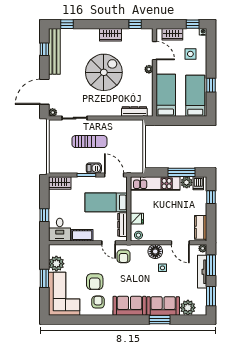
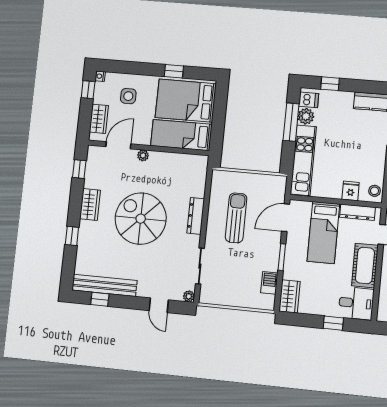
window: (67, 24) -> (72, 236), moved
door: (44, 92) -> (159, 305), width x0.53
bed: (195, 96) -> (186, 101), width x1.50
dresser: (134, 112) -> (196, 216), moved
sun lounger: (89, 142) -> (236, 218), moved
barbecue: (94, 168) -> (269, 283), moved
cot: (82, 235) -> (365, 265), width x1.37, depth x1.34

